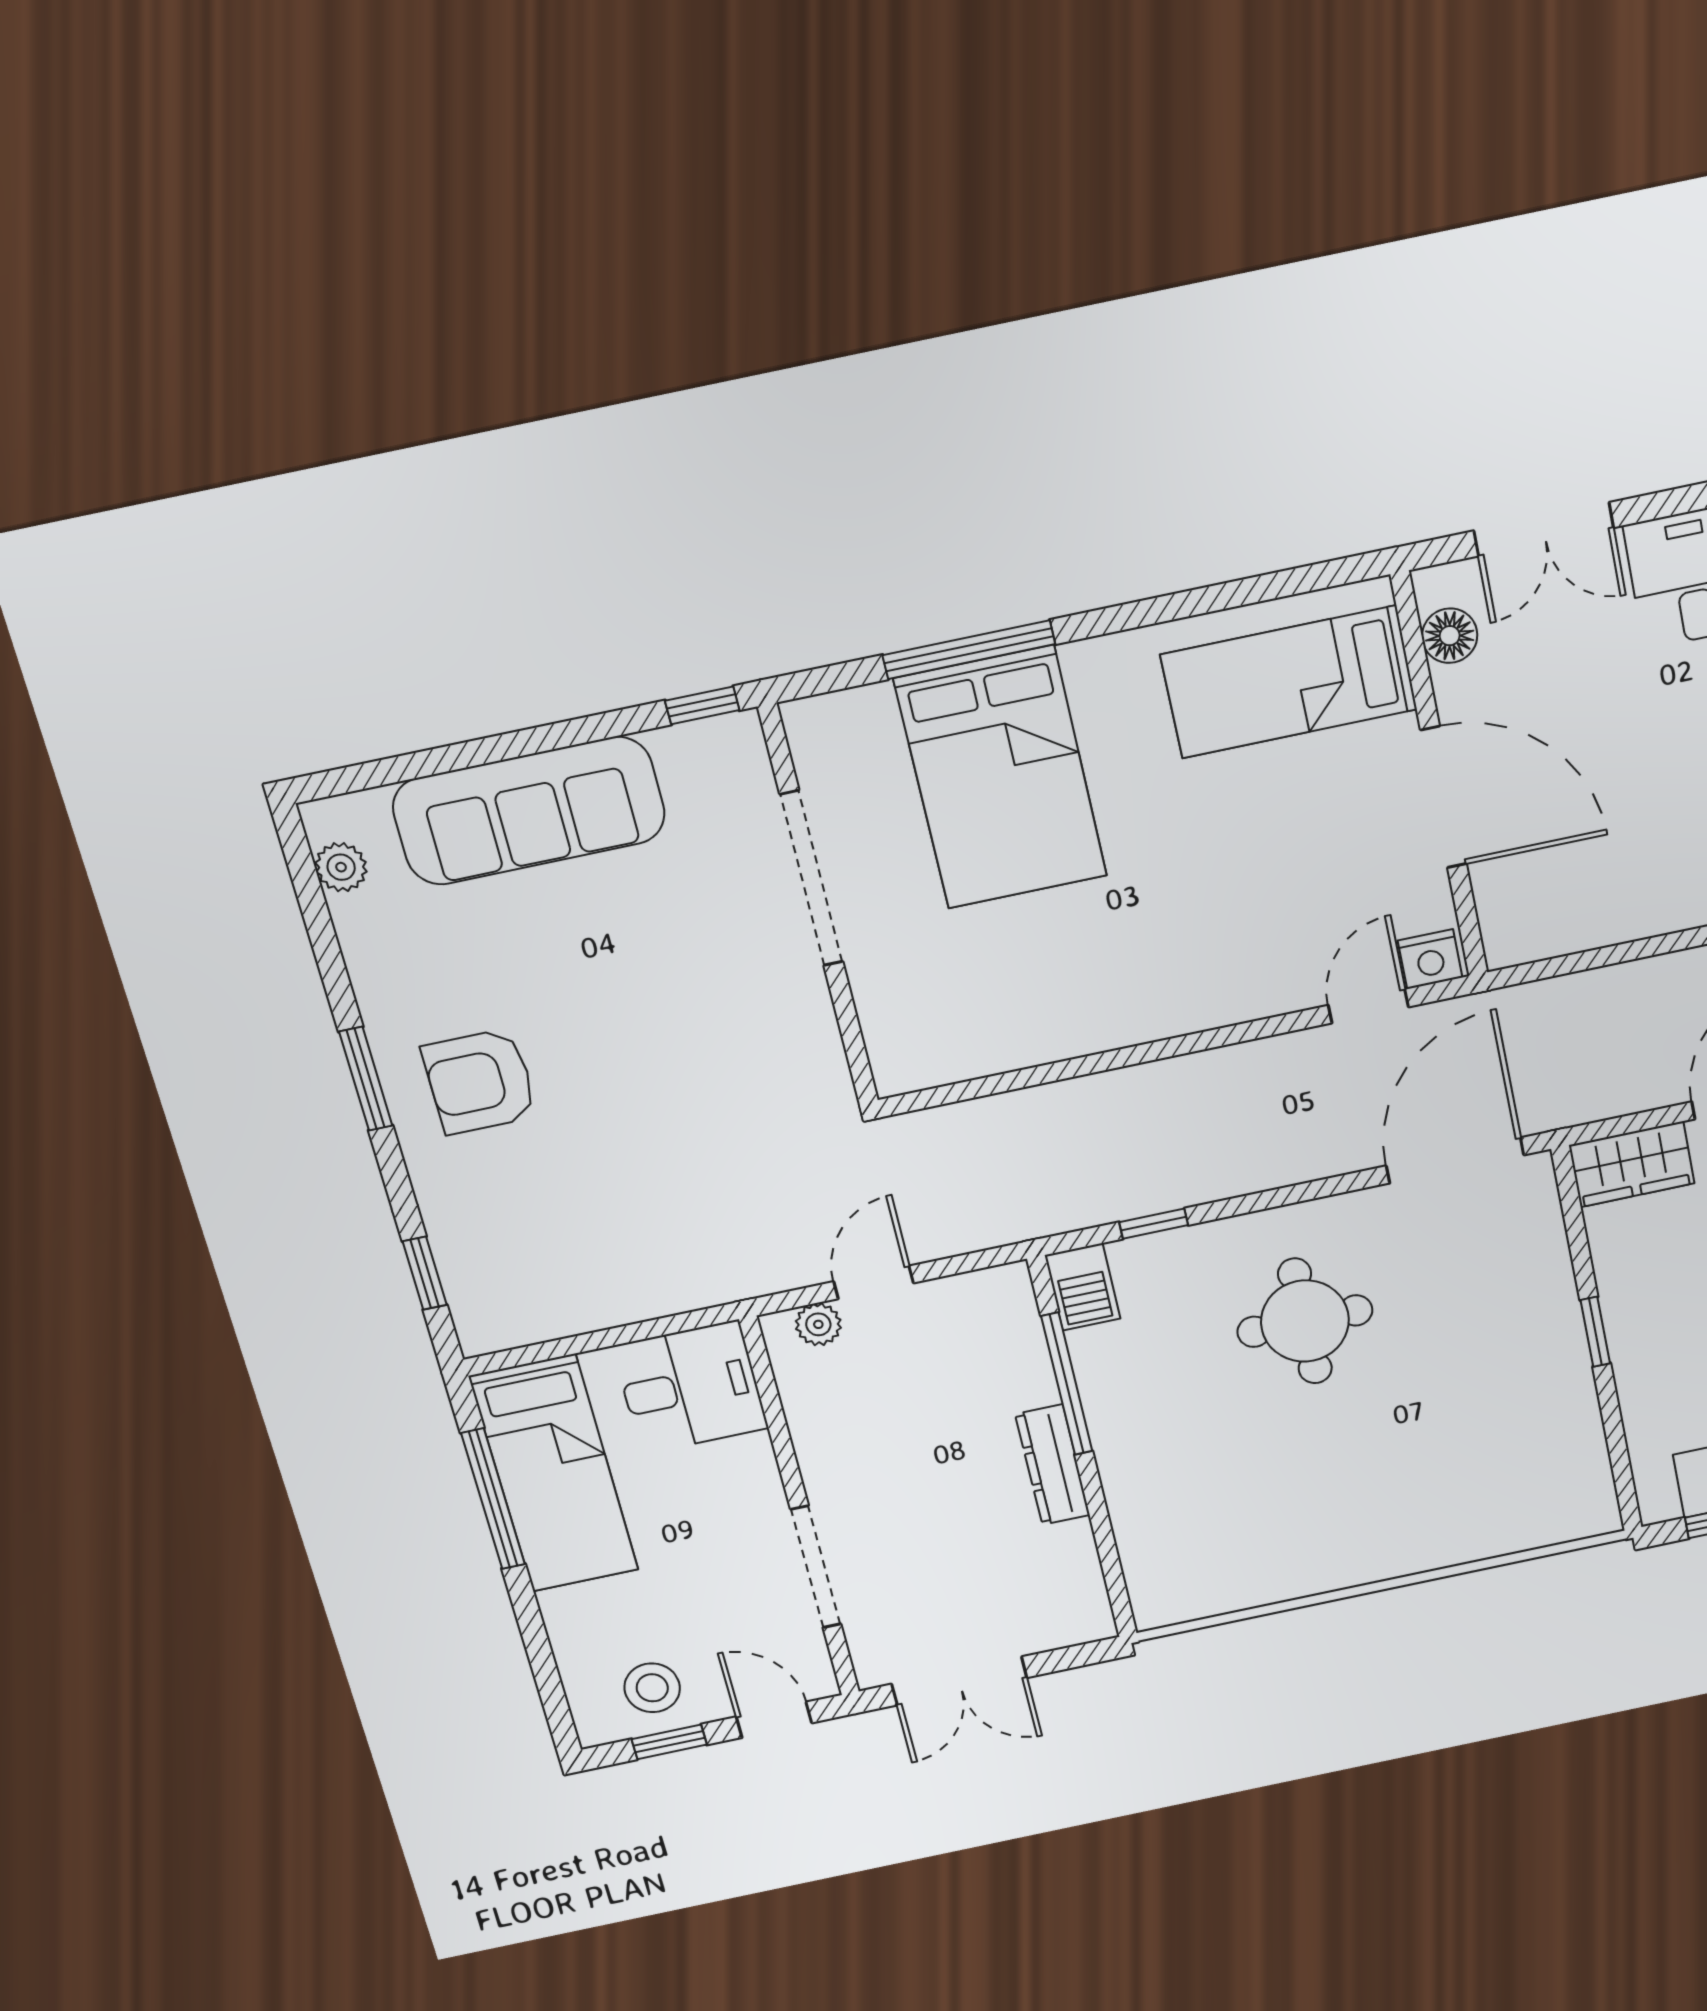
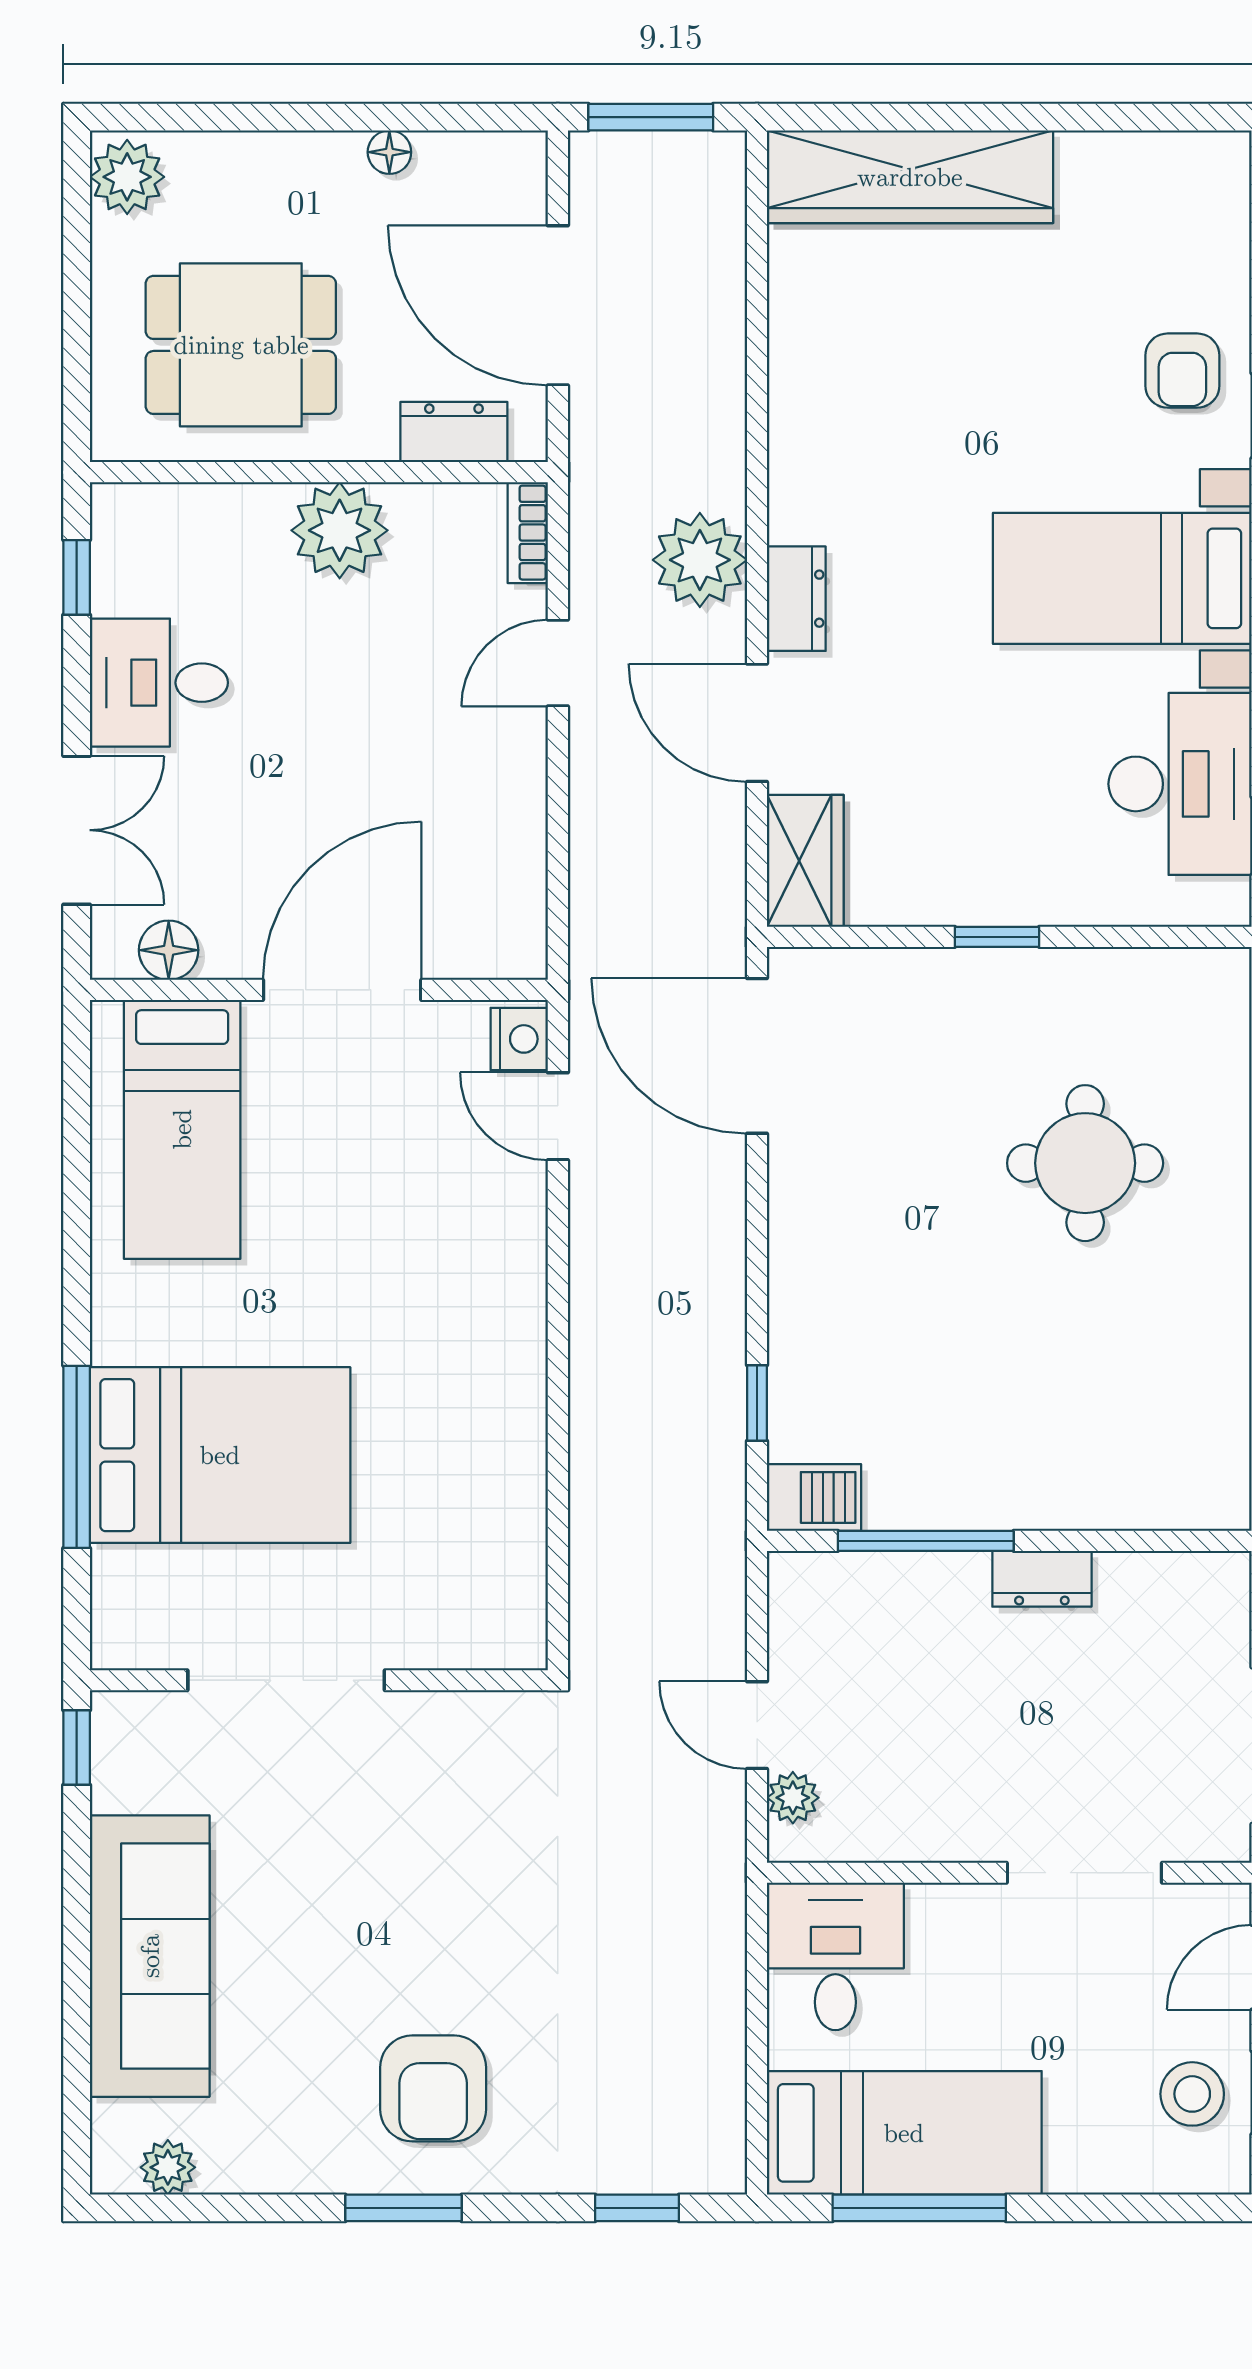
round table: (1305, 1321) -> (1085, 1163), moved
dresser: (1053, 1465) -> (1042, 1579), width x0.70

